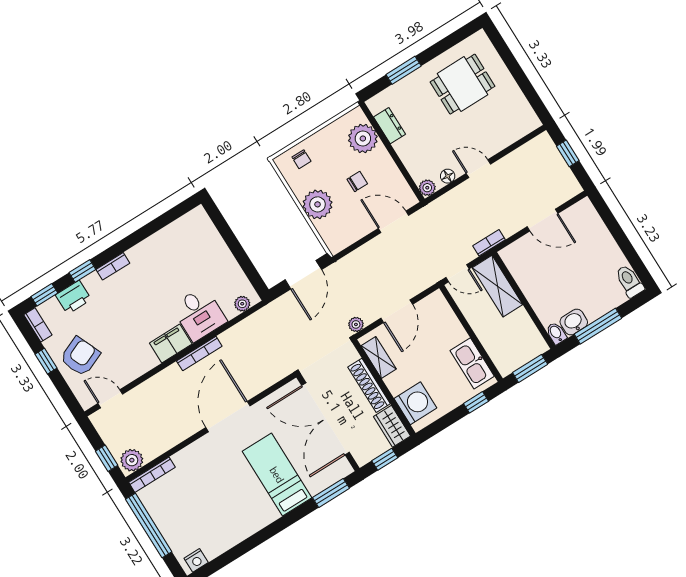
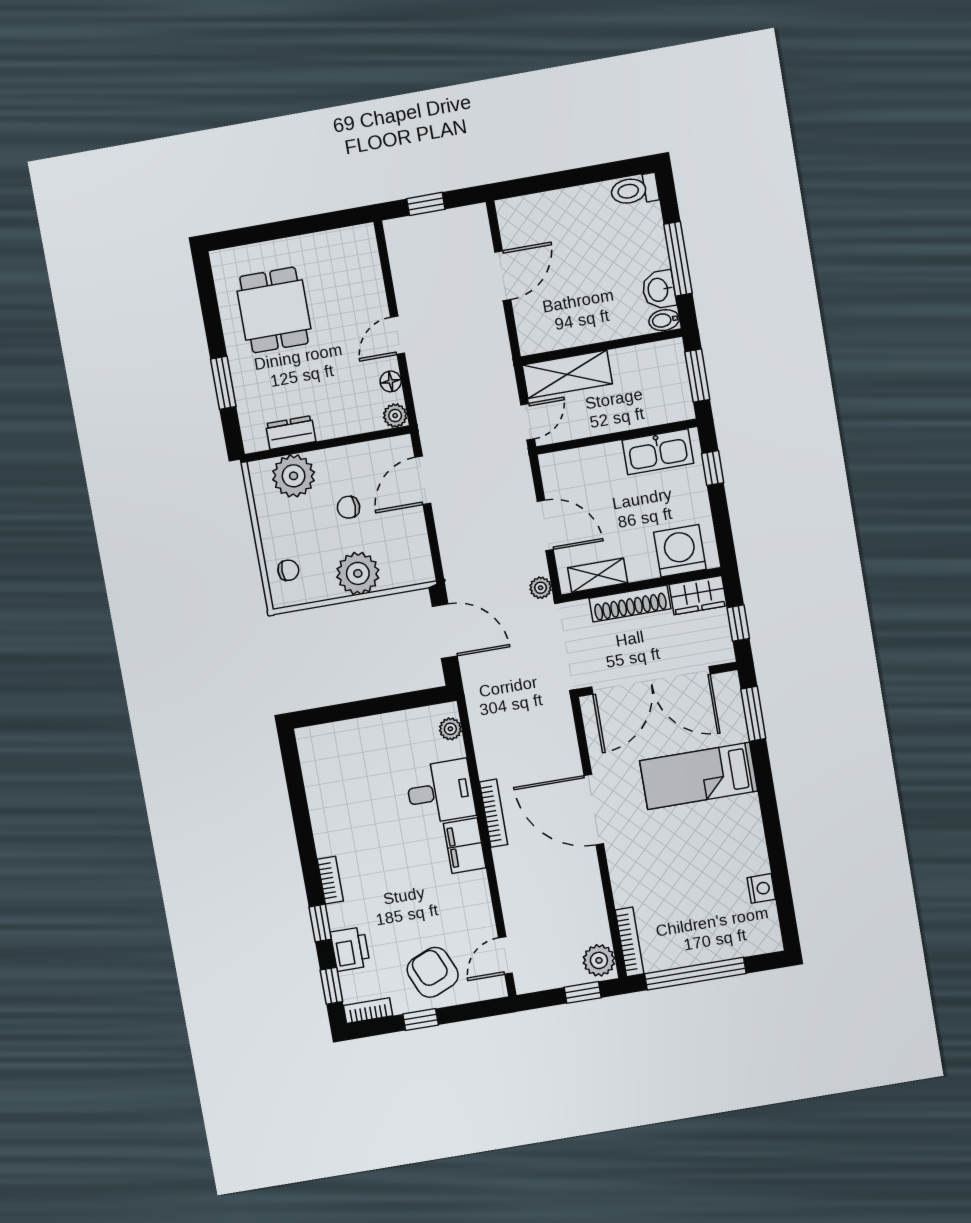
chair: (357, 181) -> (348, 507), turned -90
bookcase: (489, 243) -> (504, 362), removed
nightstand: (196, 560) -> (761, 888), moved

